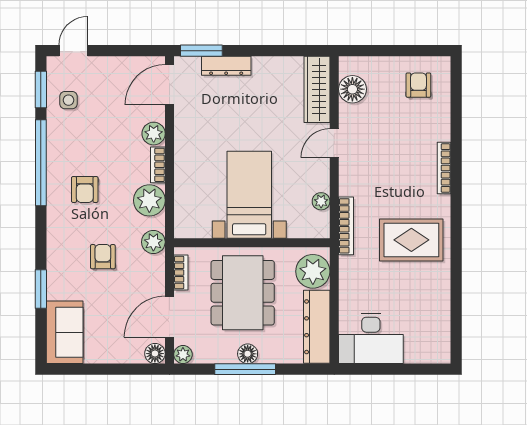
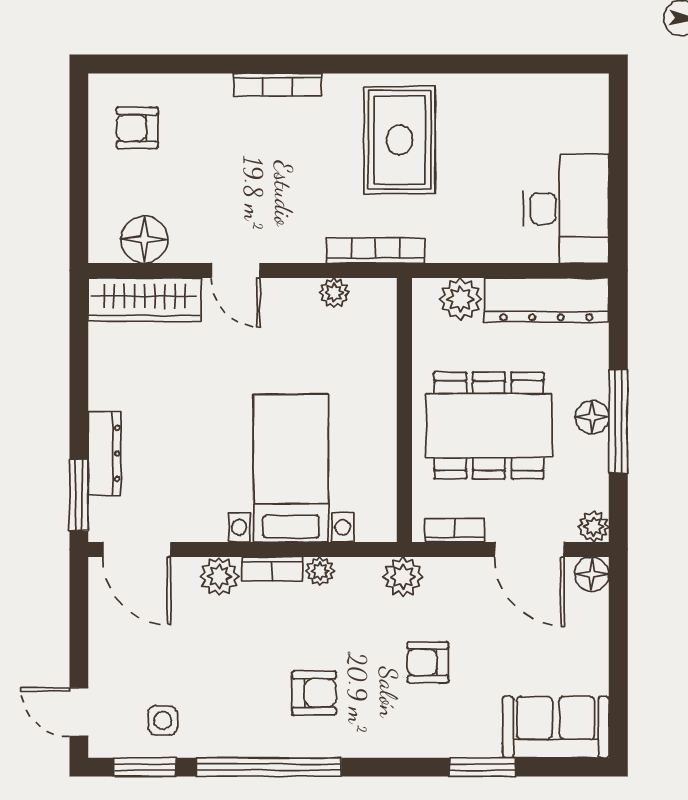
bed with nightstands: (249, 195) -> (291, 468), moved, turned 90
plant: (149, 200) -> (320, 571), width x0.53, depth x0.53
plant: (313, 271) -> (460, 299), width x0.73, depth x0.73

